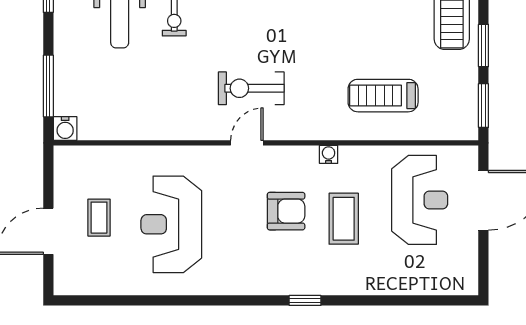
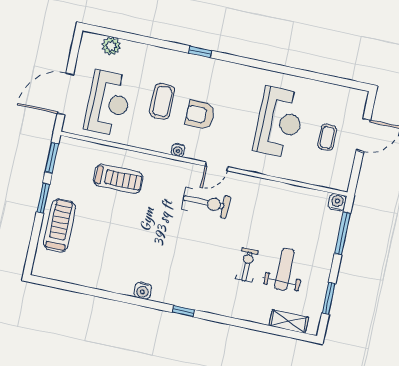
water cooler: (329, 154) -> (178, 150), moved
reception desk: (420, 200) -> (108, 103), turned 180
plant: (433, 282) -> (111, 46), added

